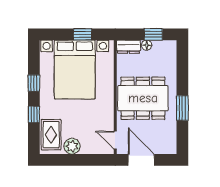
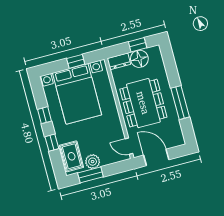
floor lamp: (147, 45) -> (139, 59), width x1.89, depth x1.89
dining table: (143, 98) -> (143, 103), turned 90
window: (182, 108) -> (180, 103), width x1.44
window: (66, 160) -> (90, 175), added

